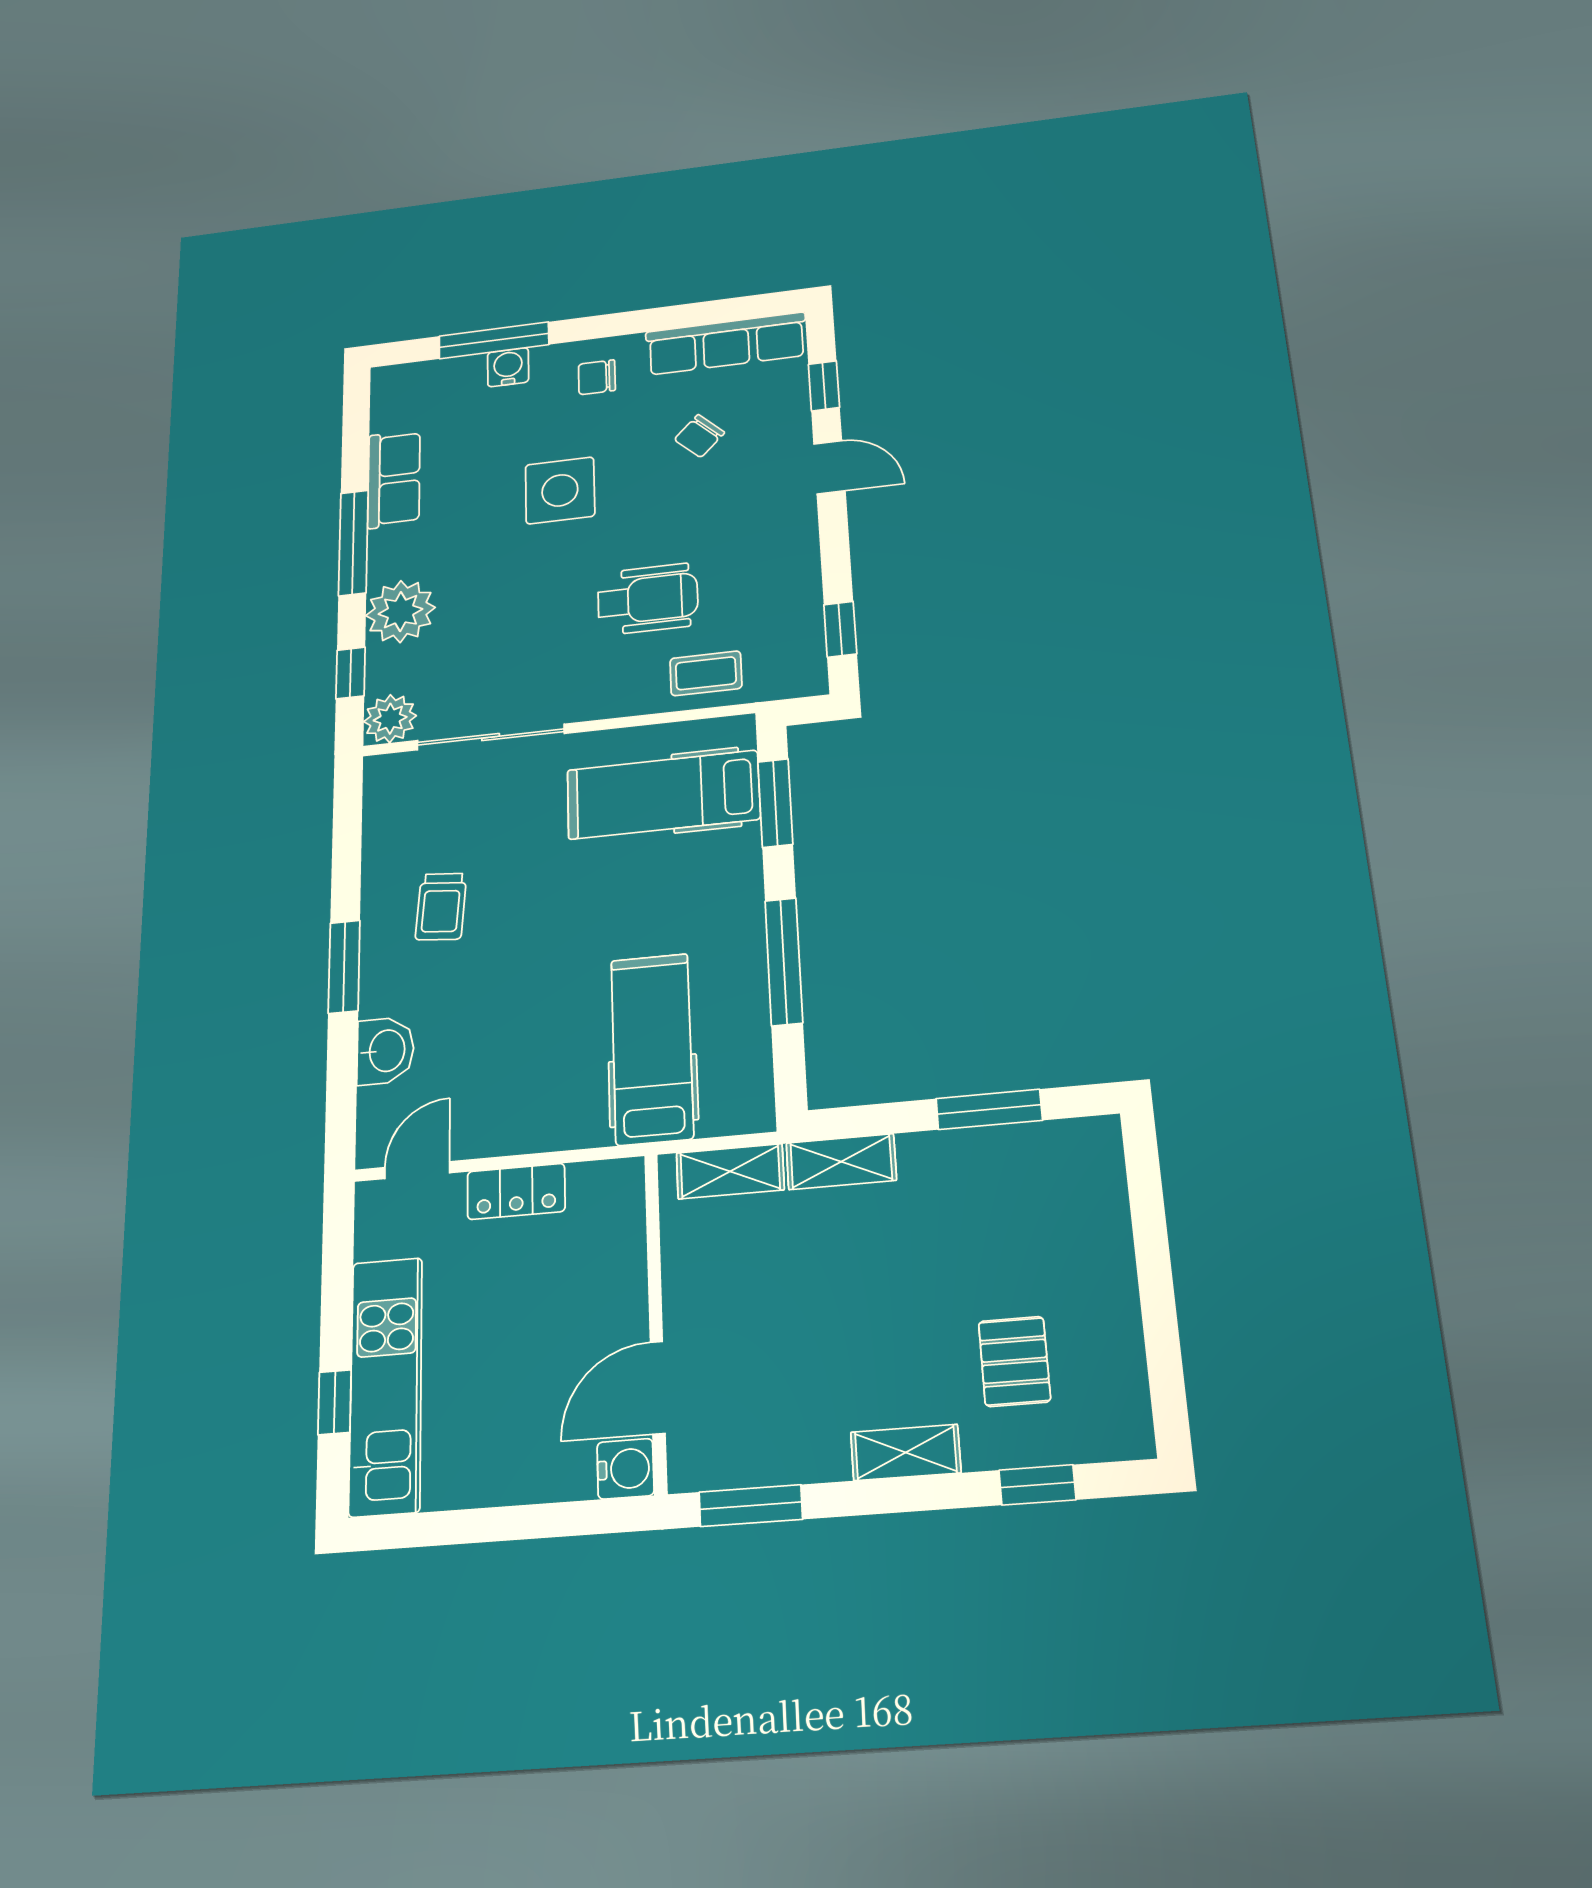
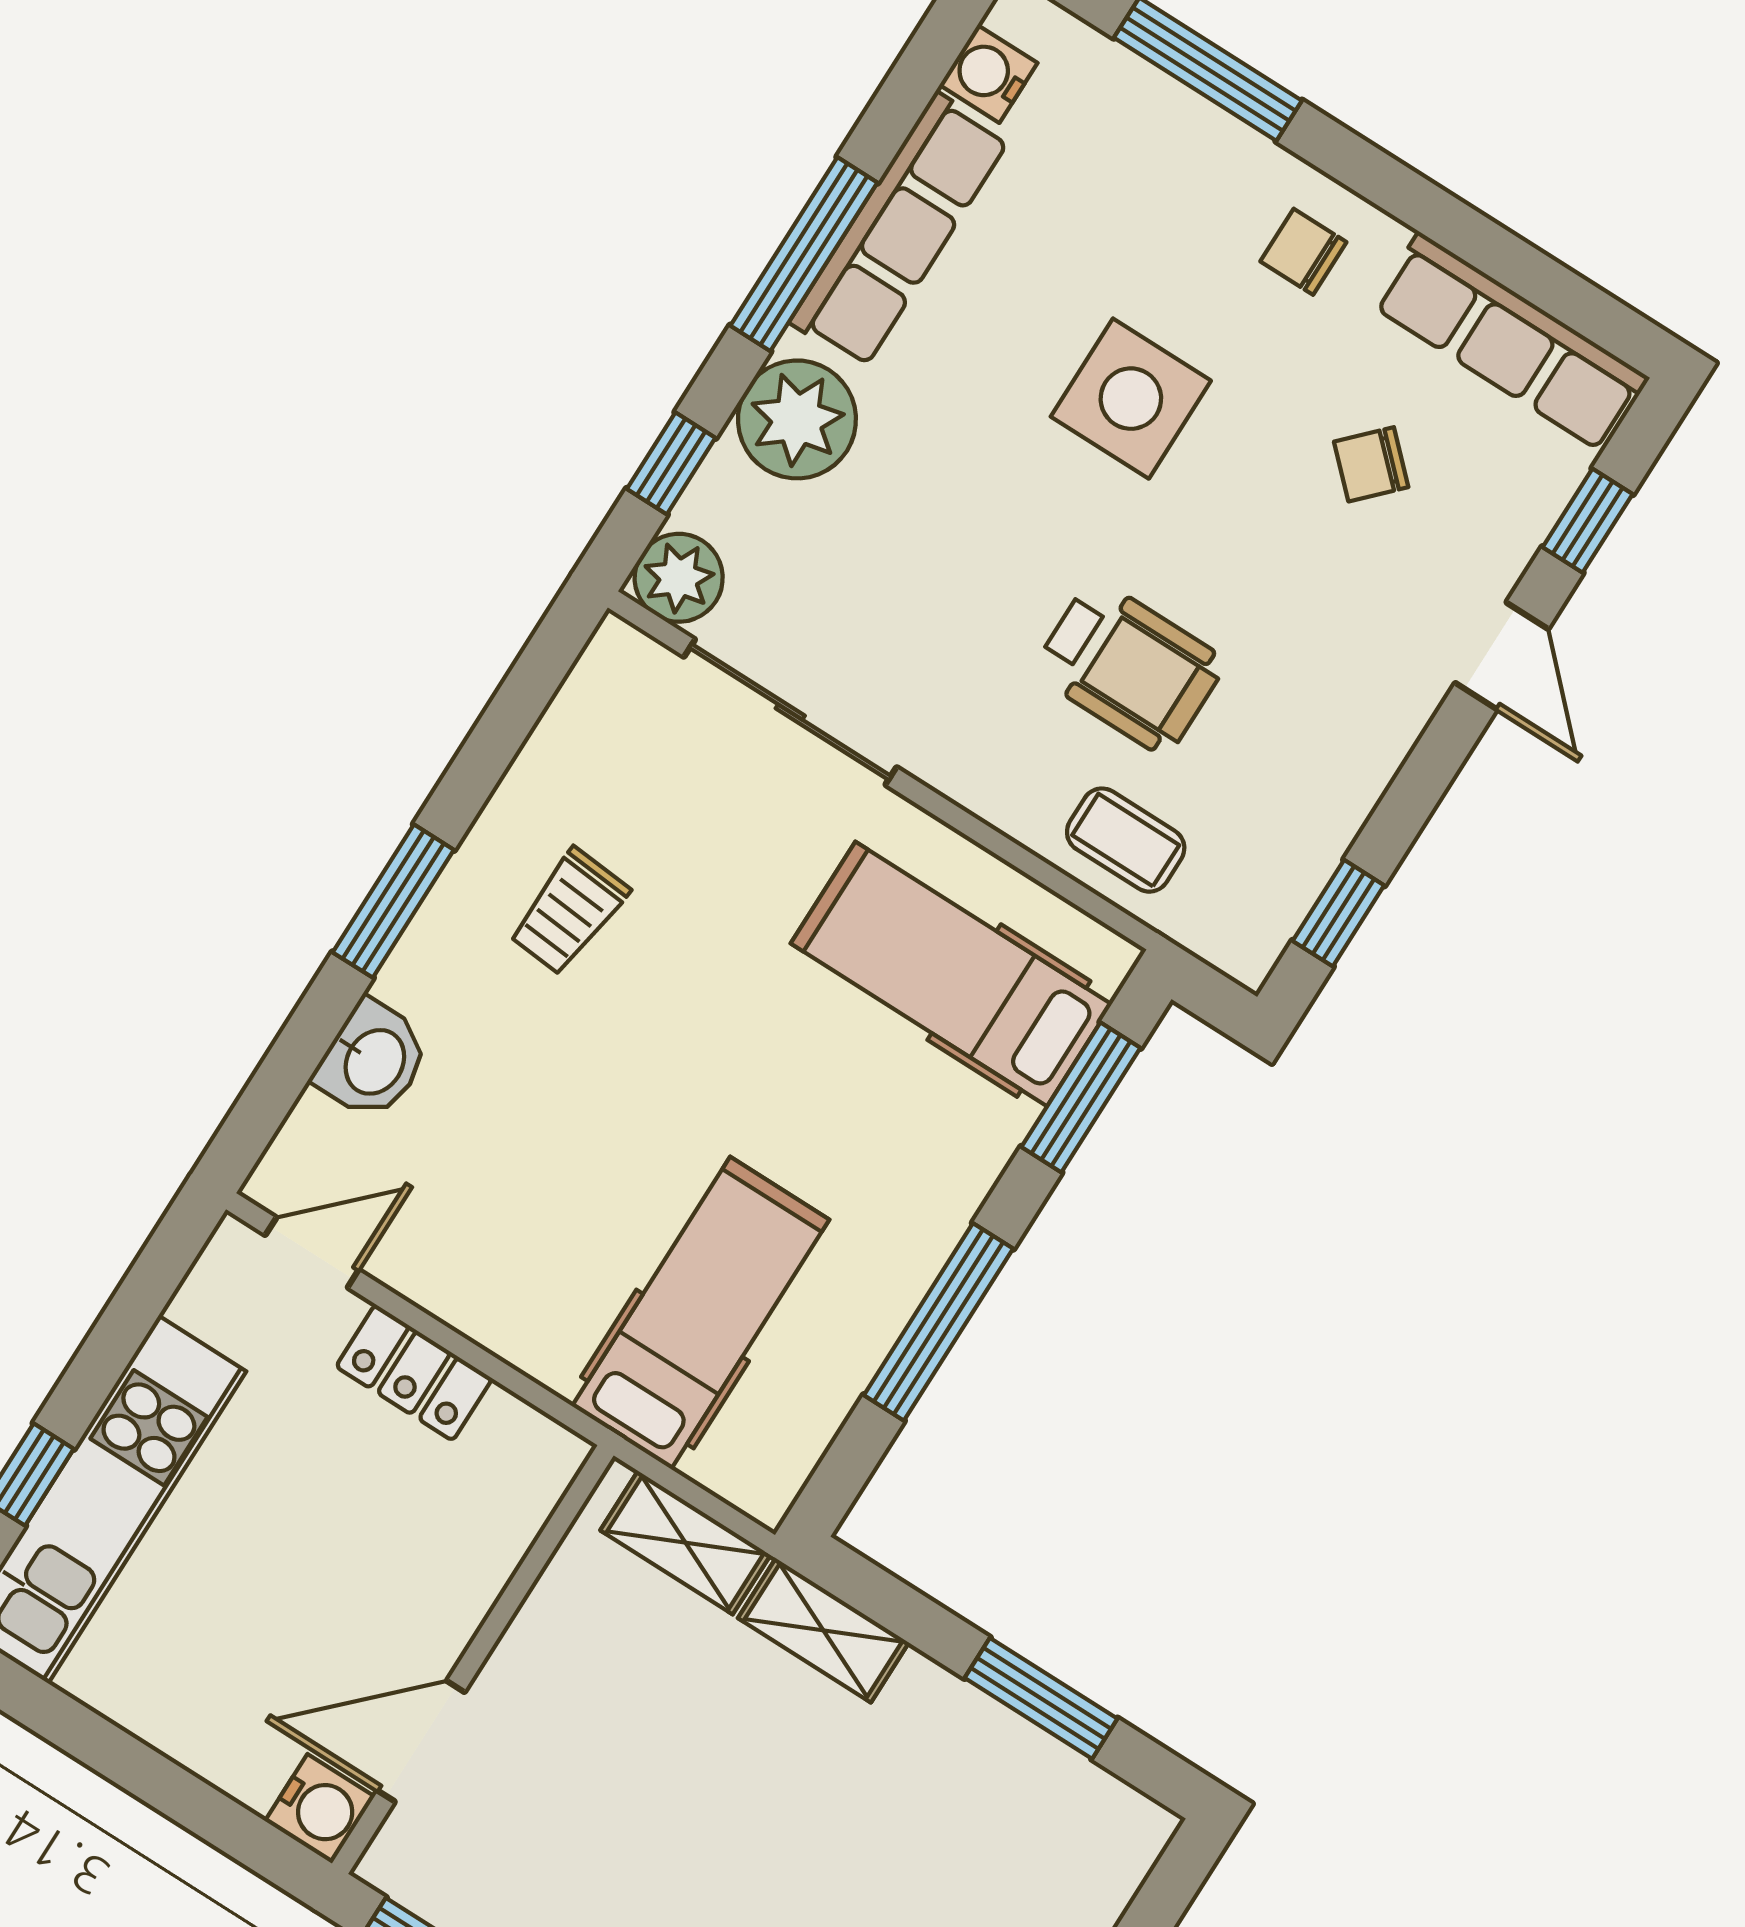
water cooler: (508, 367) -> (988, 74), moved, turned -90
row of seats: (394, 479) -> (900, 230), width x1.48

